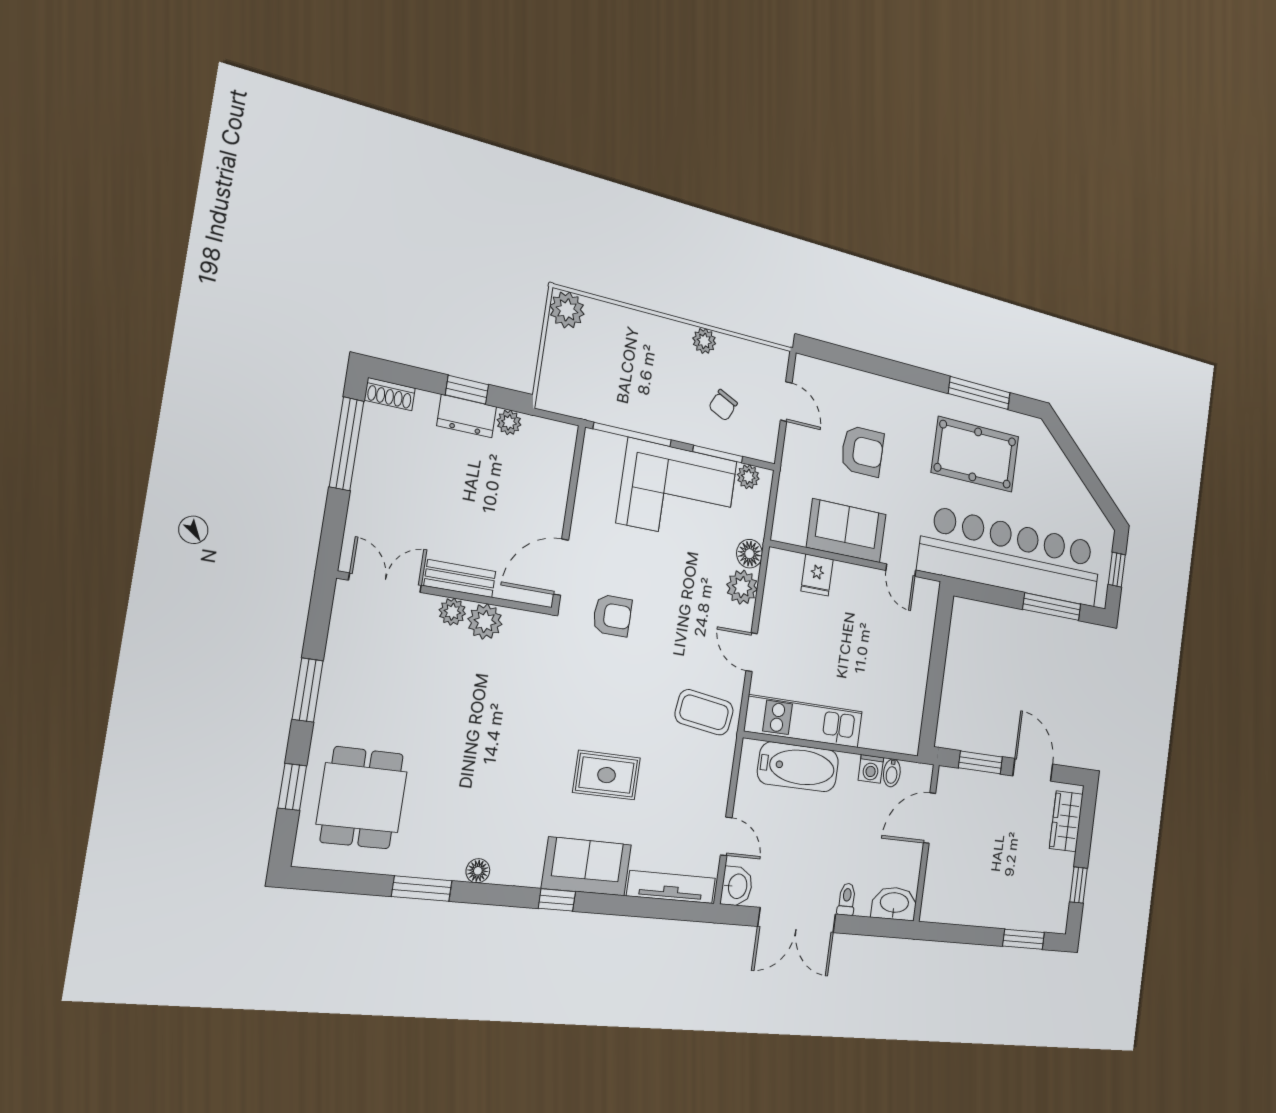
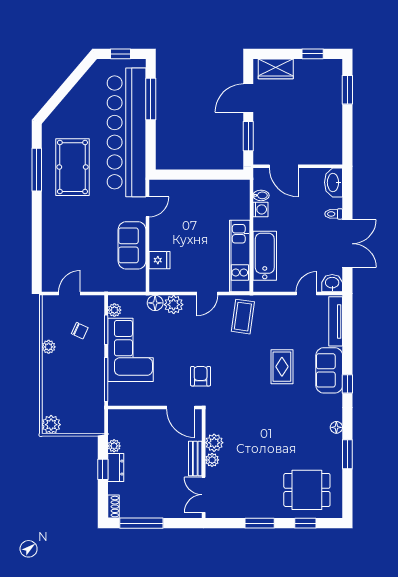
armchair: (862, 451) -> (86, 242), removed

